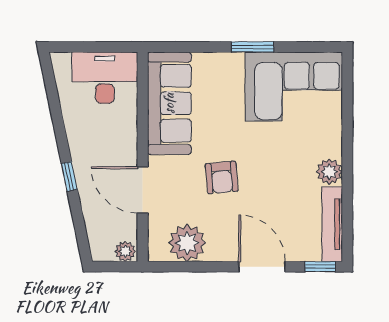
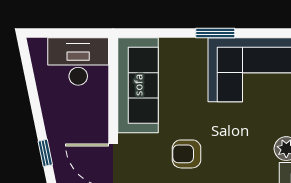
armchair: (222, 177) -> (187, 154), turned 95

